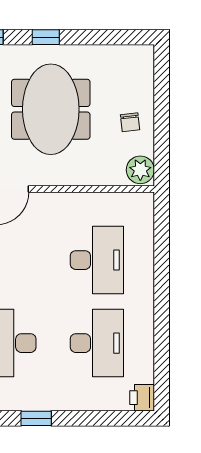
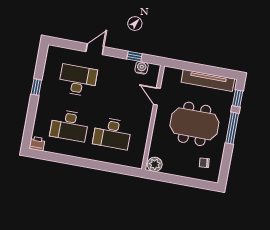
window: (46, 37) -> (232, 128), width x2.17
chair: (130, 122) -> (204, 163), moved

